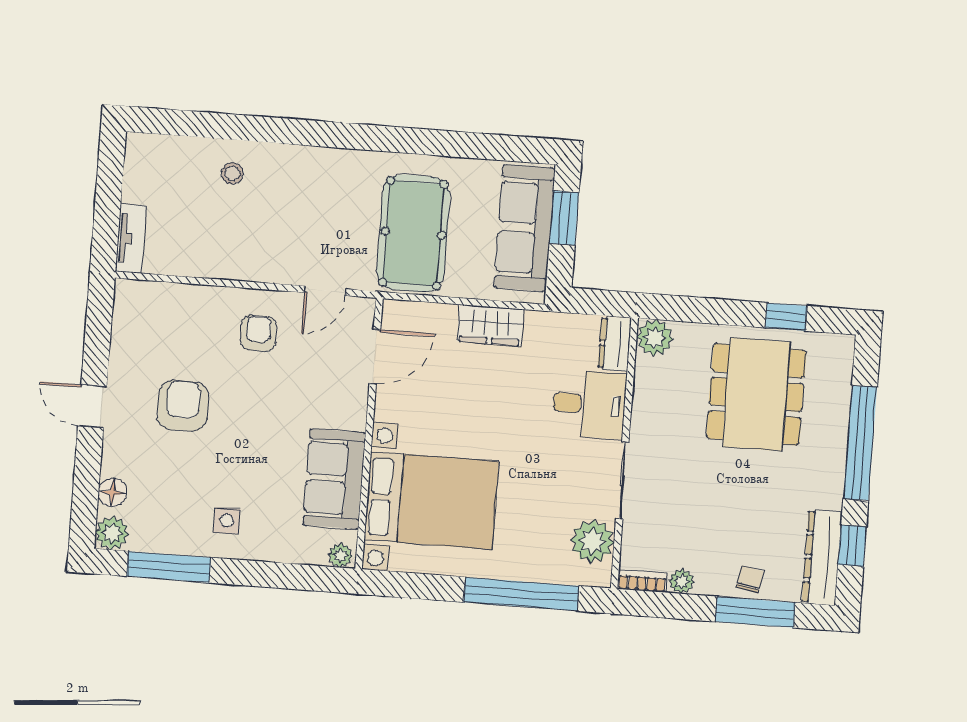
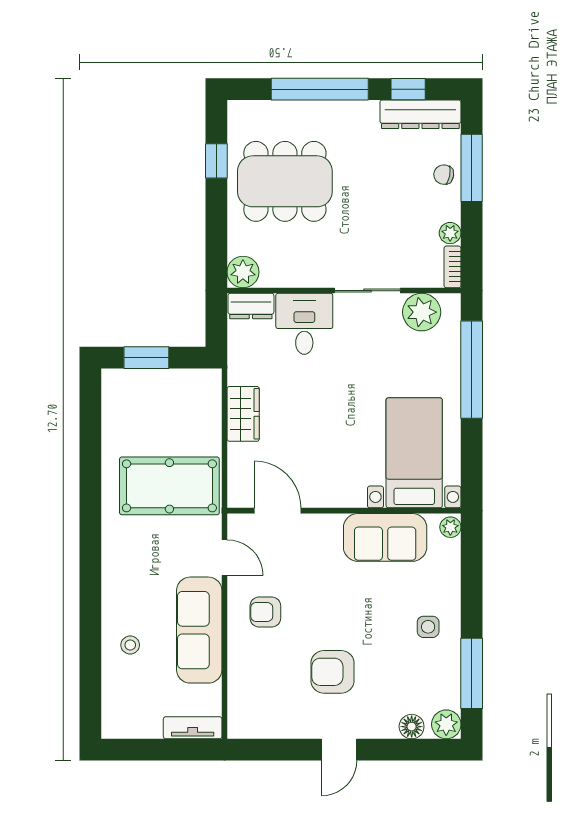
sofa: (525, 228) -> (199, 630), moved, turned 90
bed with nightstands: (431, 501) -> (414, 453), width x0.73

